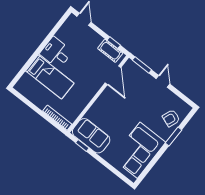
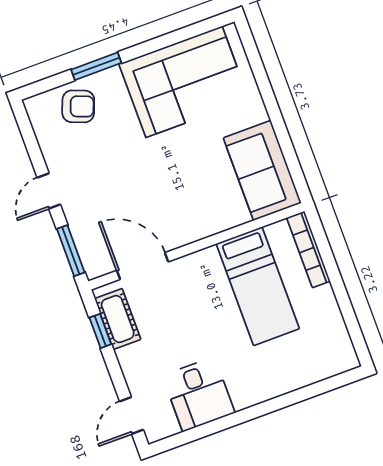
desk: (56, 53) -> (199, 394), moved
door: (113, 75) -> (143, 266), hinge flipped
bed: (50, 77) -> (258, 286), moved, turned 180
window: (82, 145) -> (292, 162), removed

